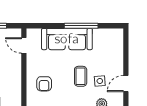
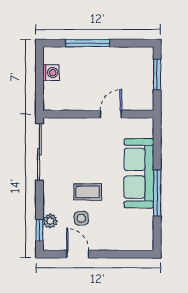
door: (24, 45) -> (111, 114), moved
armchair: (44, 84) -> (77, 142), removed

